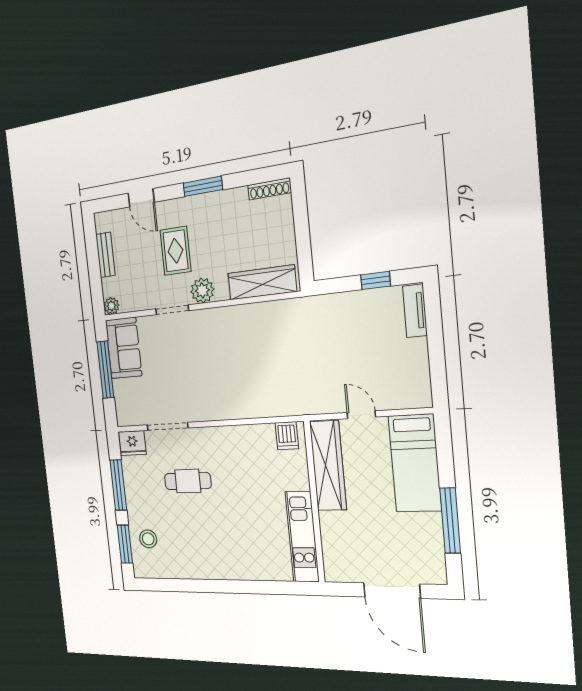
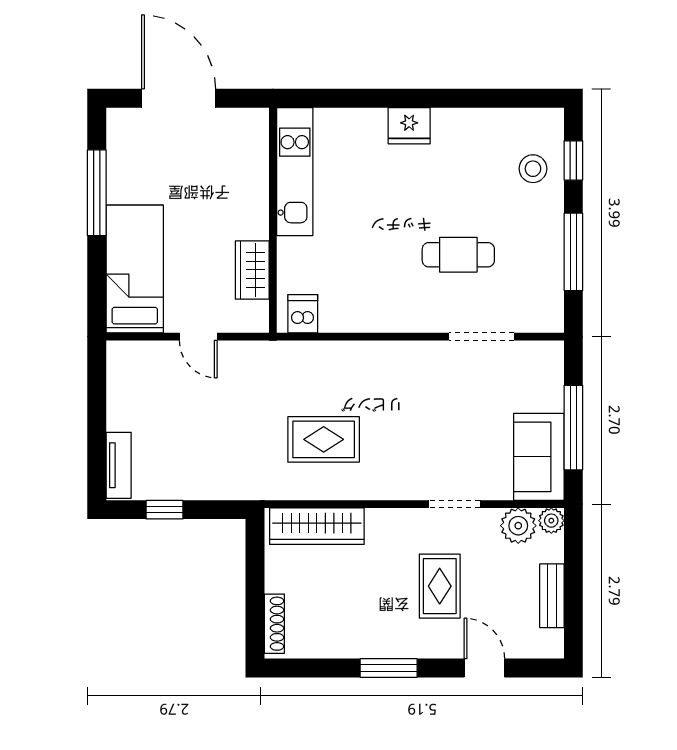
shoe rack: (269, 189) -> (274, 624), moved, turned 90
plant: (202, 291) -> (518, 526), moved
rug: (264, 346) -> (324, 439), added
fridge: (132, 443) -> (409, 126), moved, turned 180
wardrobe: (328, 466) -> (252, 270), width x0.48, depth x0.85
window: (125, 544) -> (573, 160), width x0.67

